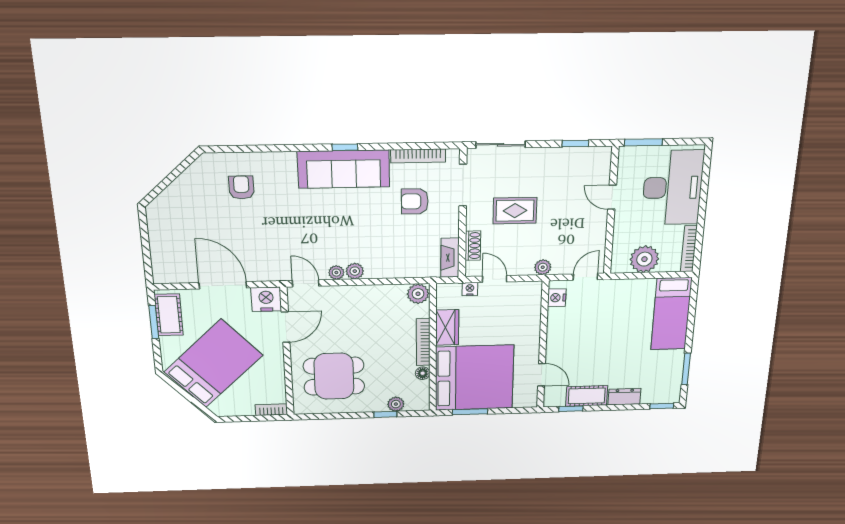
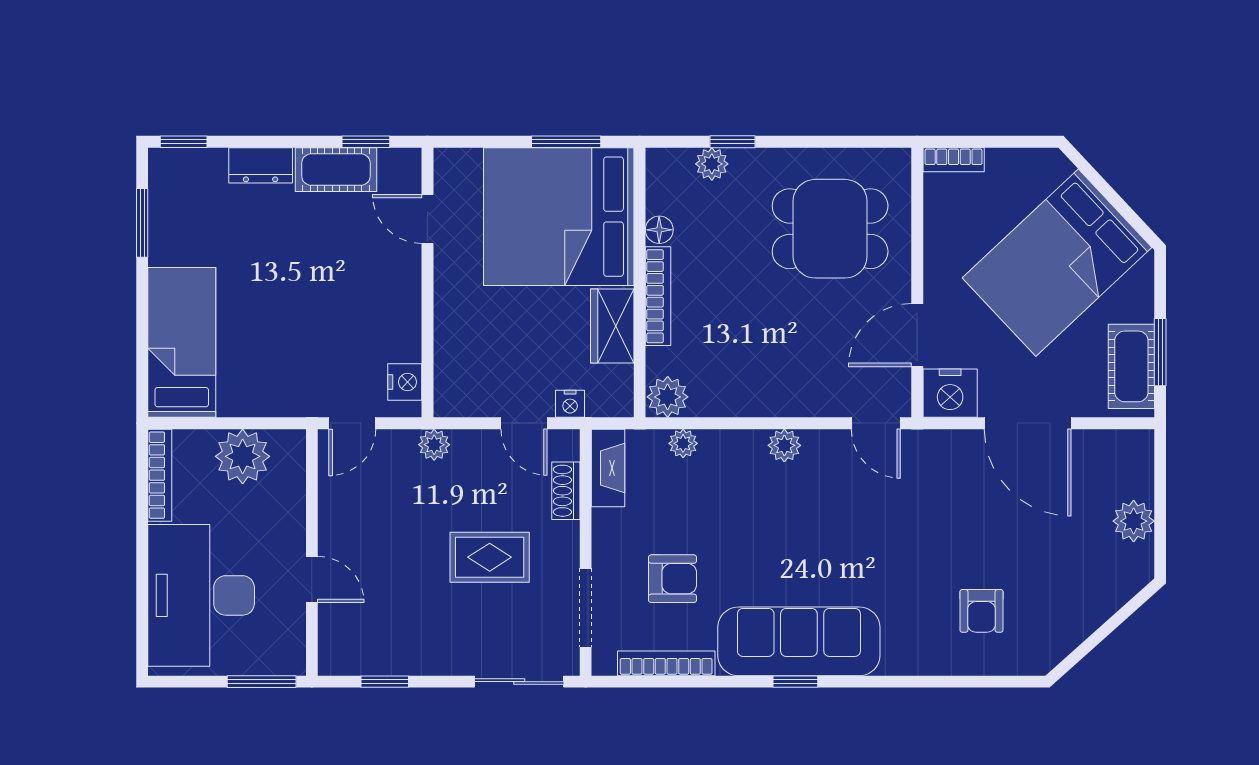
plant: (160, 237) -> (1134, 521), added
plant: (336, 273) -> (683, 443), moved

